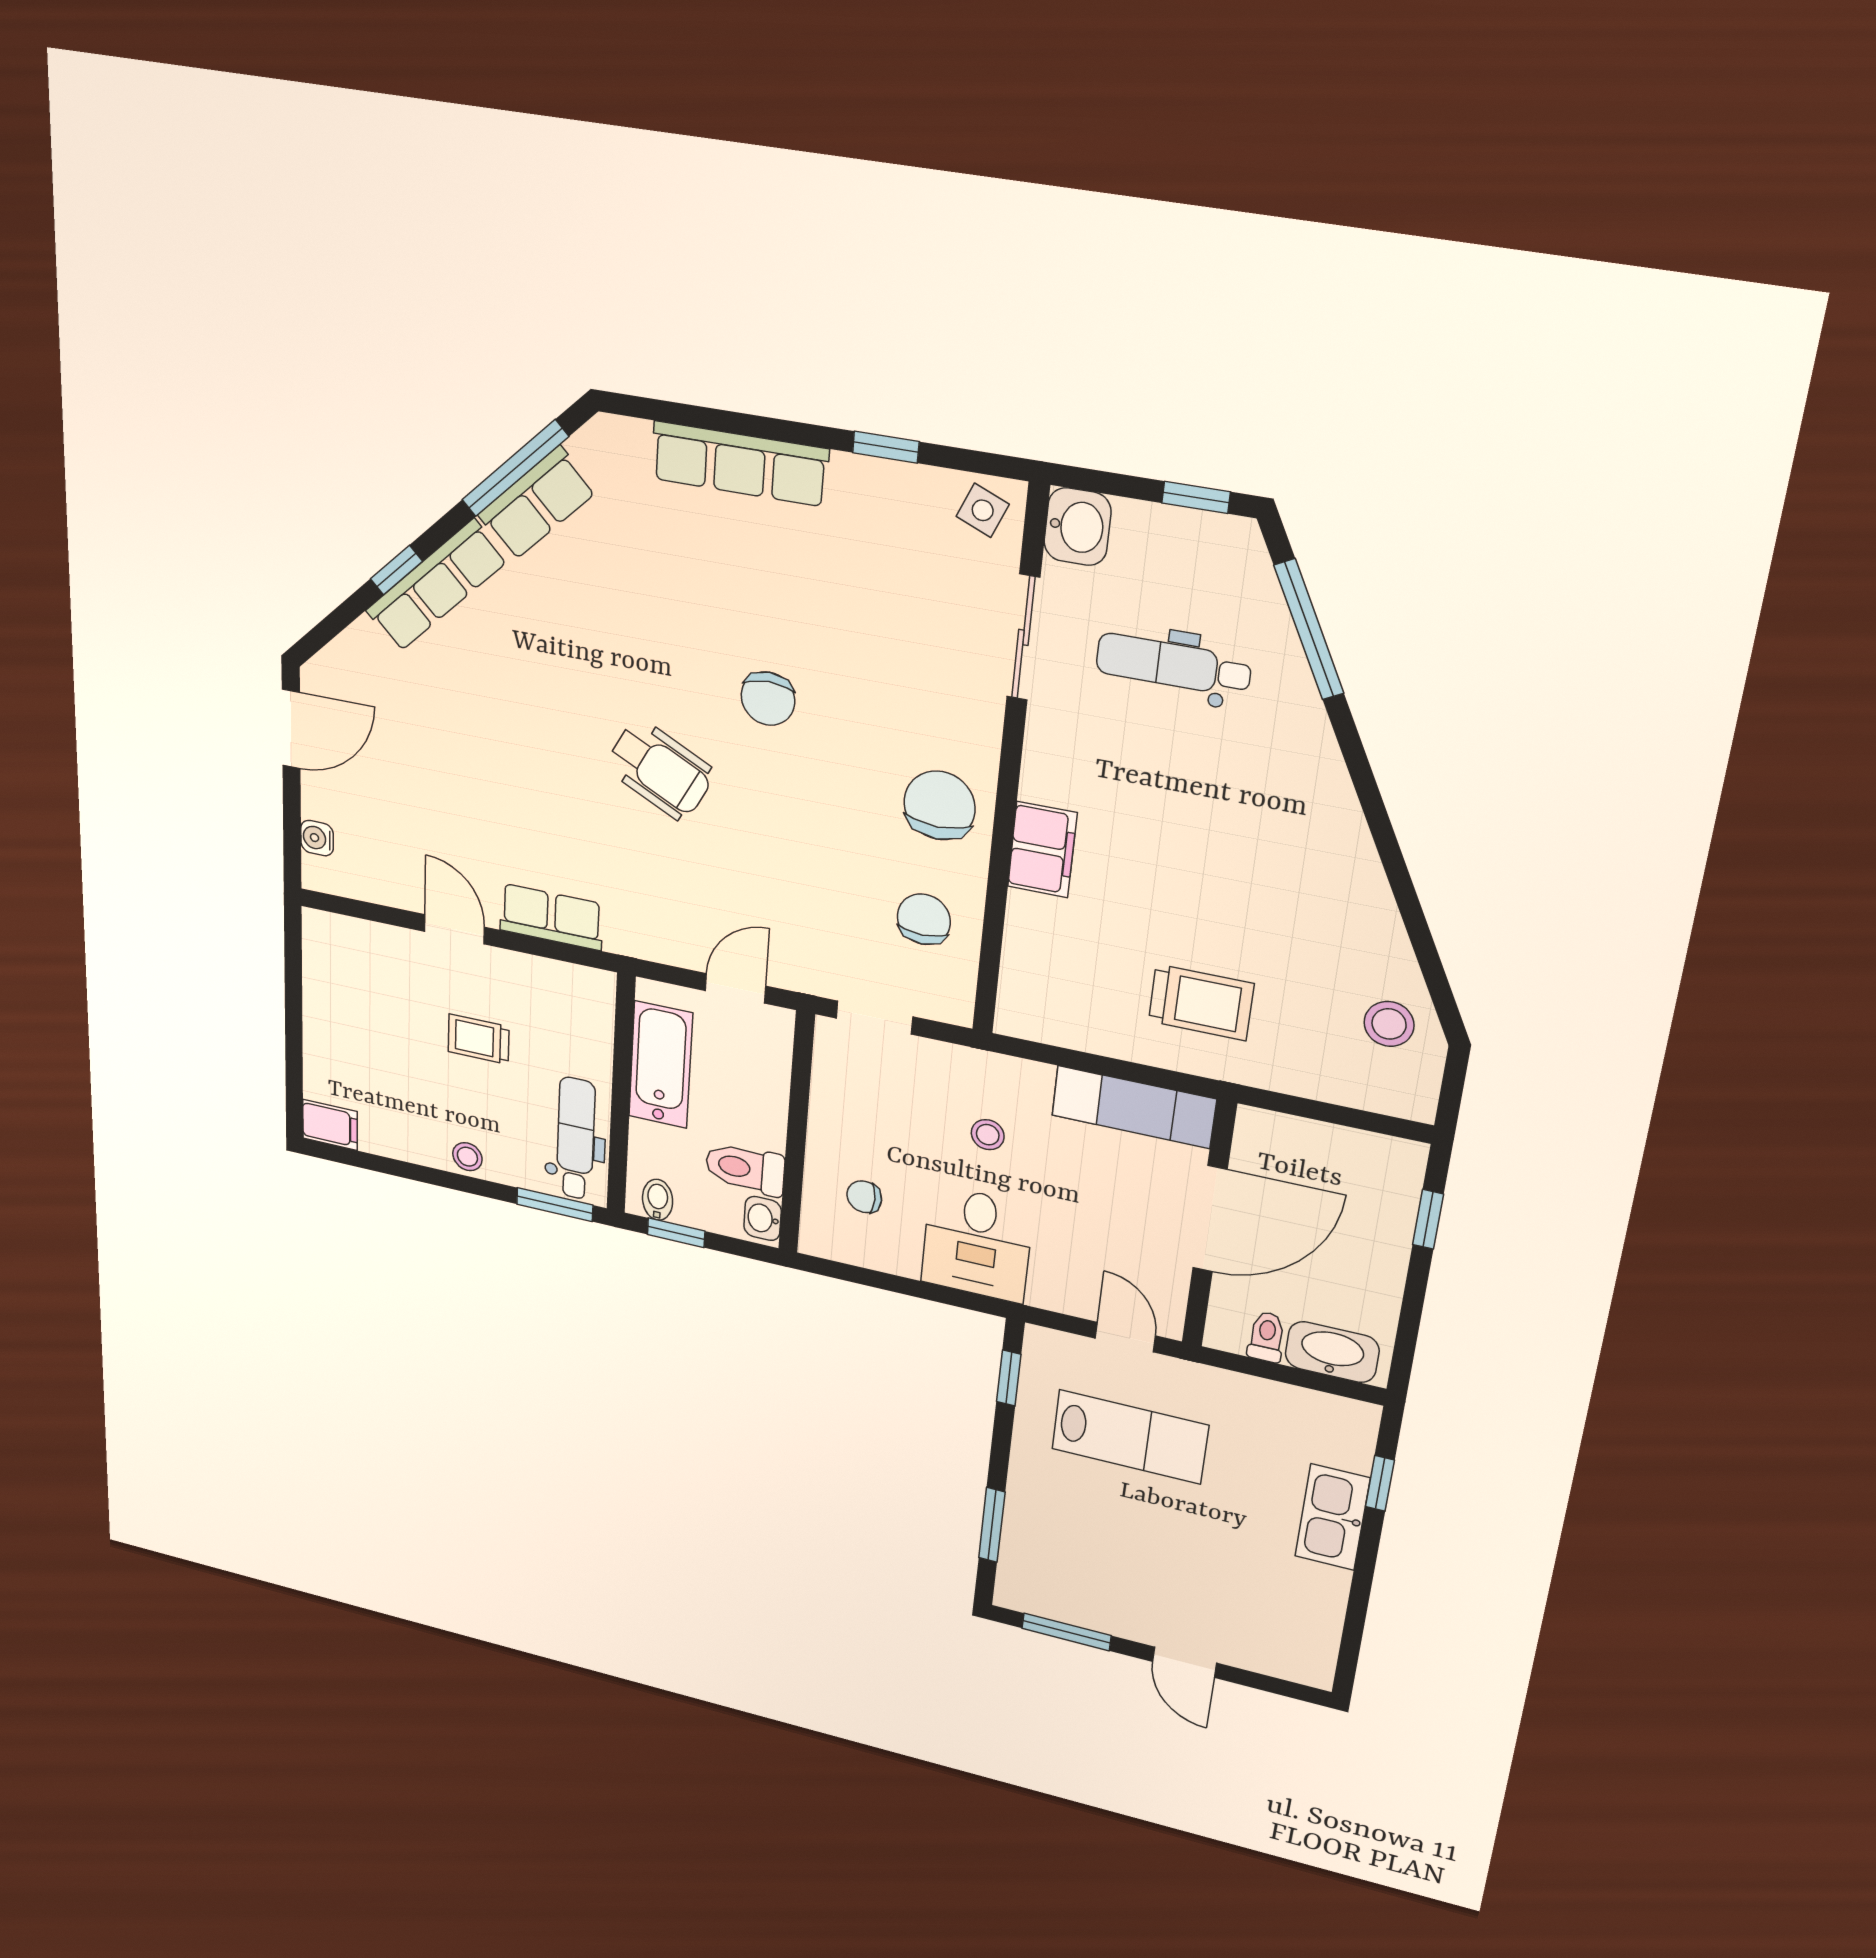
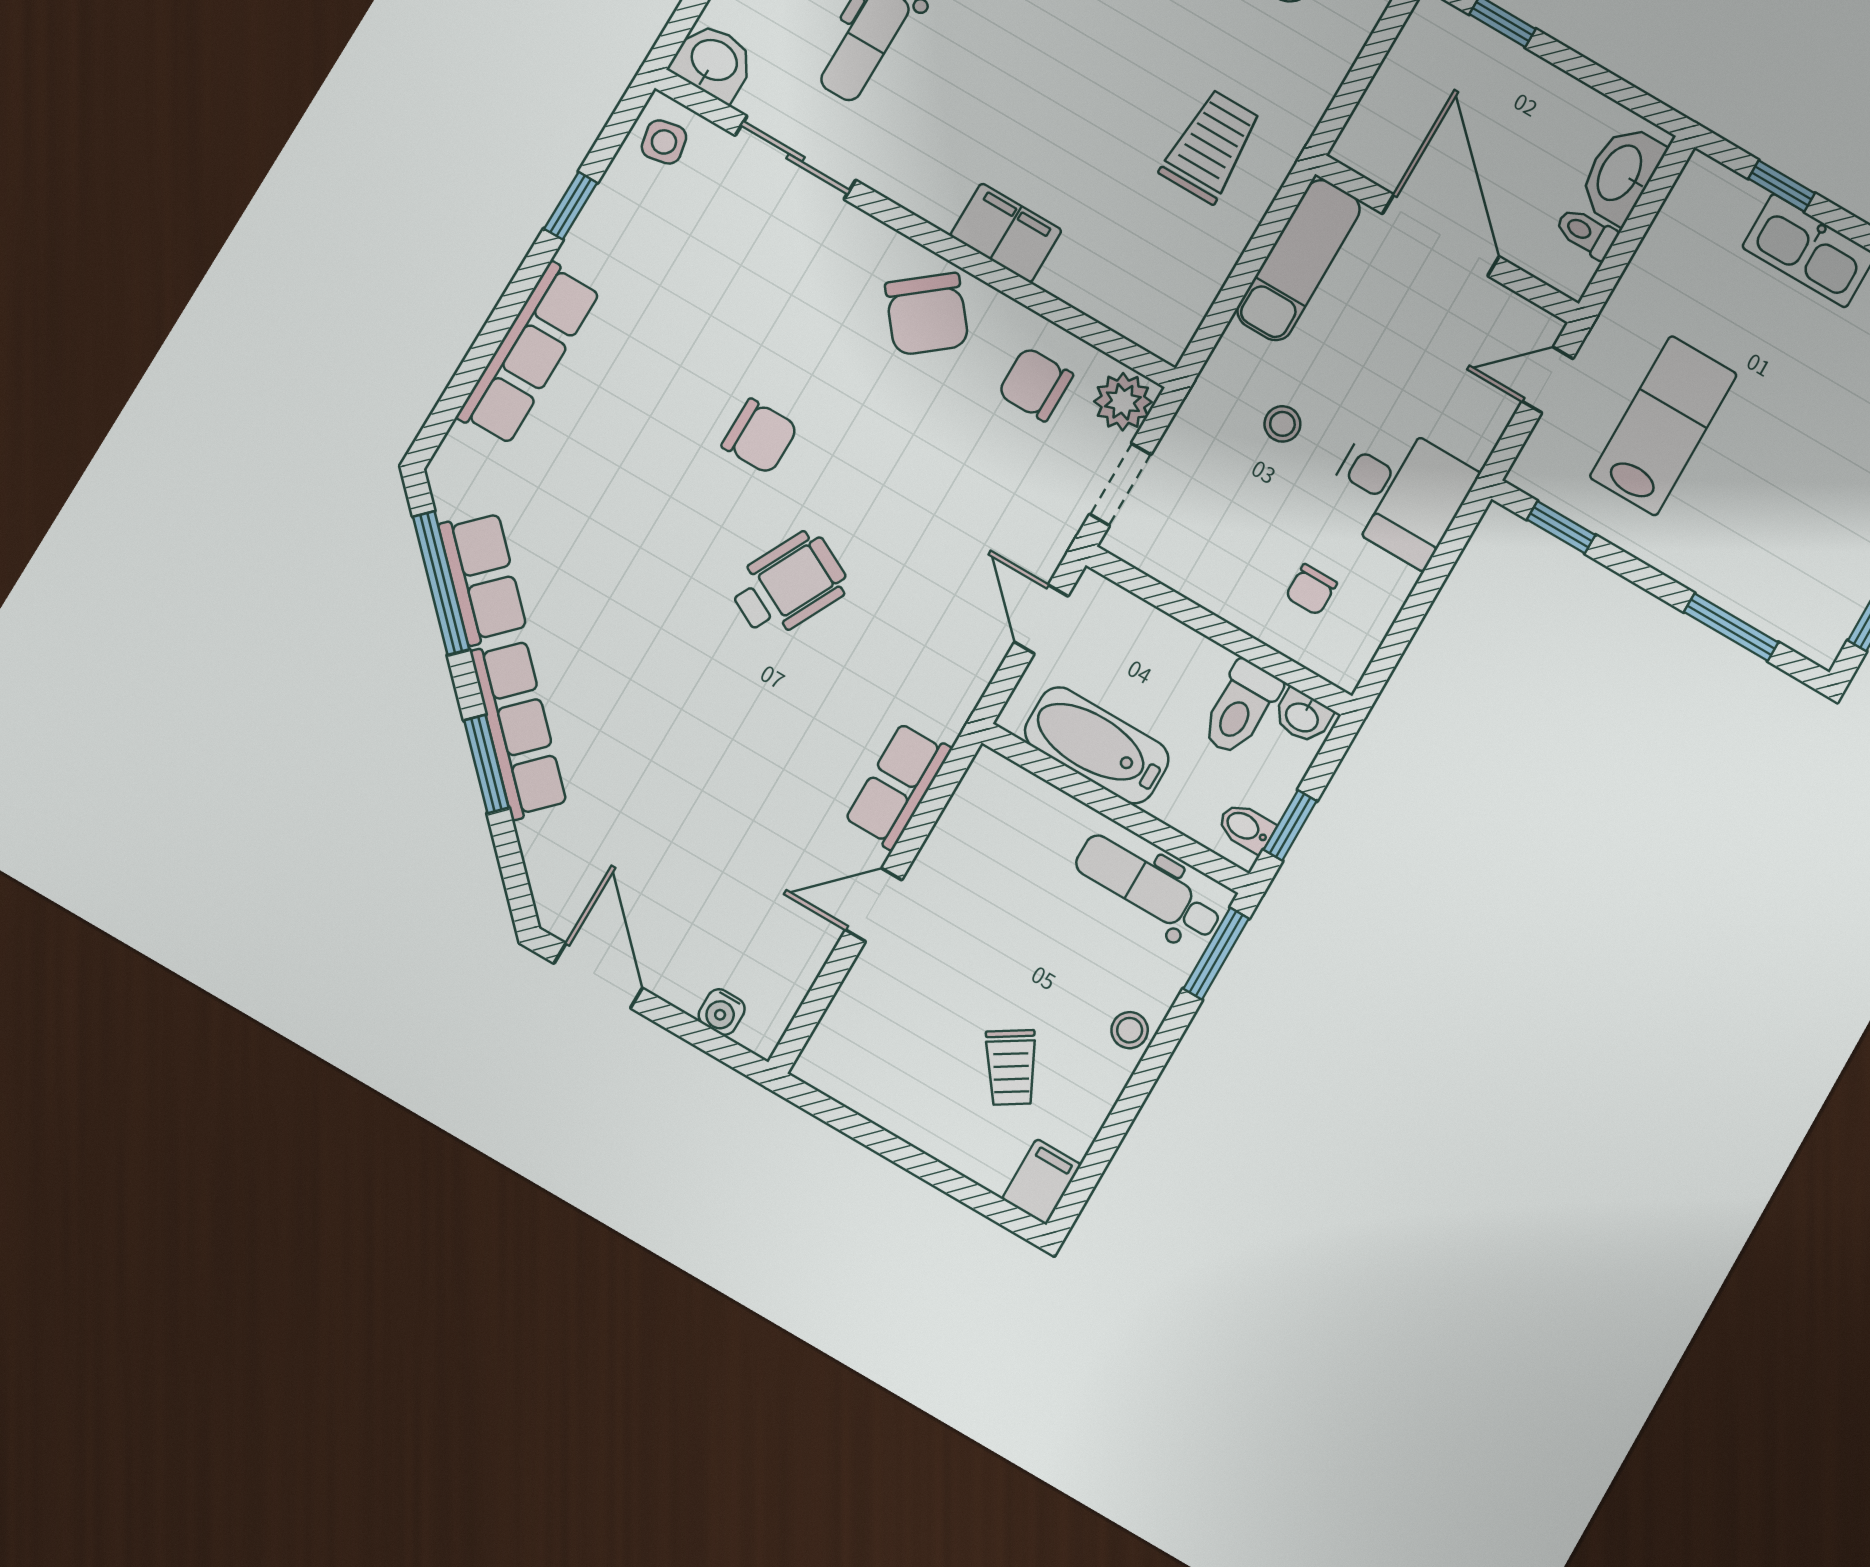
side table: (983, 510) -> (664, 142), turned -35
window: (396, 570) -> (486, 764), width x1.50
chair: (940, 806) -> (927, 314), turned -129
plant: (944, 998) -> (1123, 402), added
trolley: (479, 1039) -> (1011, 1067), moved, turned -32

